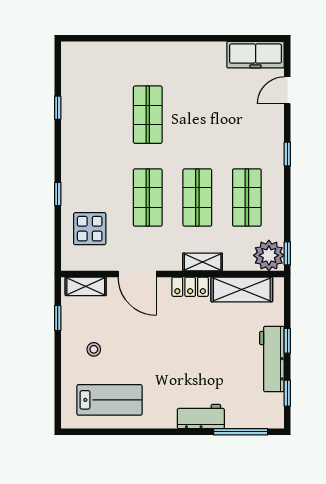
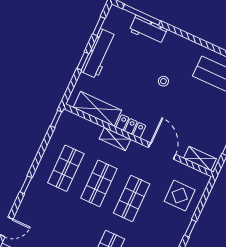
plant: (269, 255) -> (69, 123), removed
stool: (94, 349) -> (163, 81), moved
workbench: (201, 417) -> (148, 30), moved

